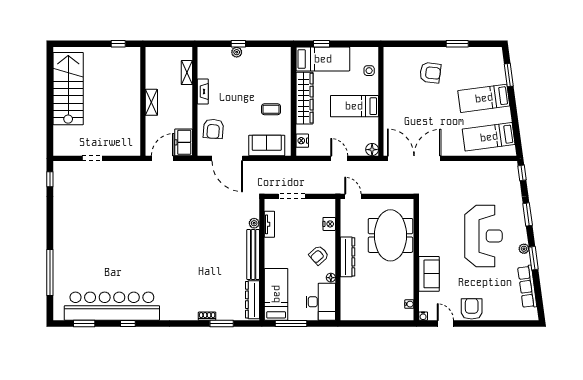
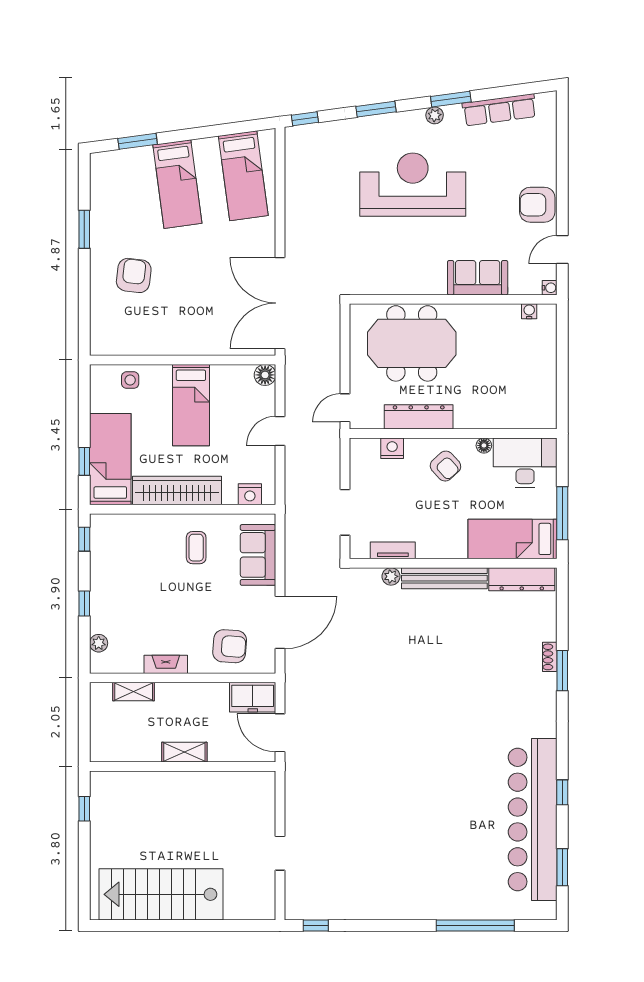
window: (276, 44) -> (84, 539), added
plant: (237, 52) -> (99, 643), moved
dresser: (348, 257) -> (419, 417), moved
window: (222, 323) -> (562, 671), moved

